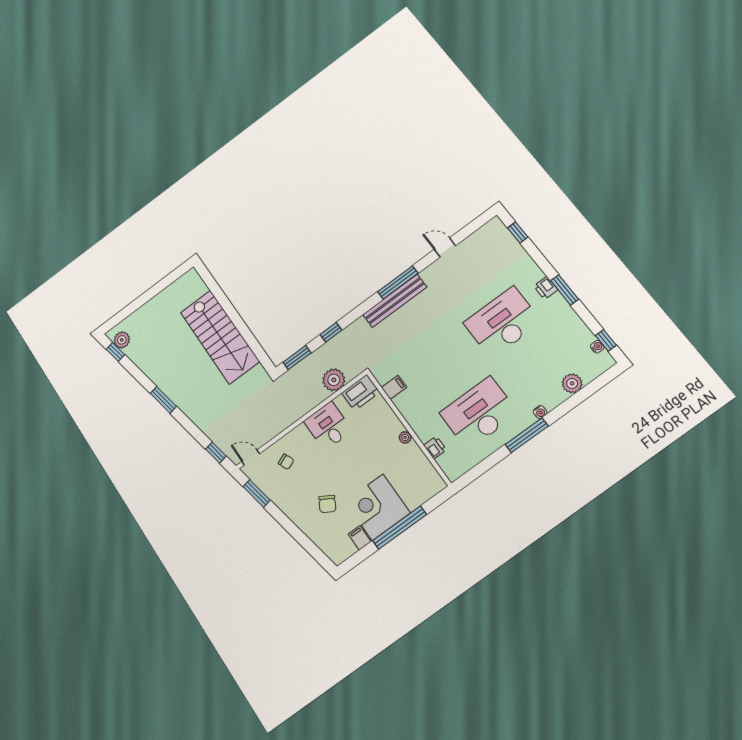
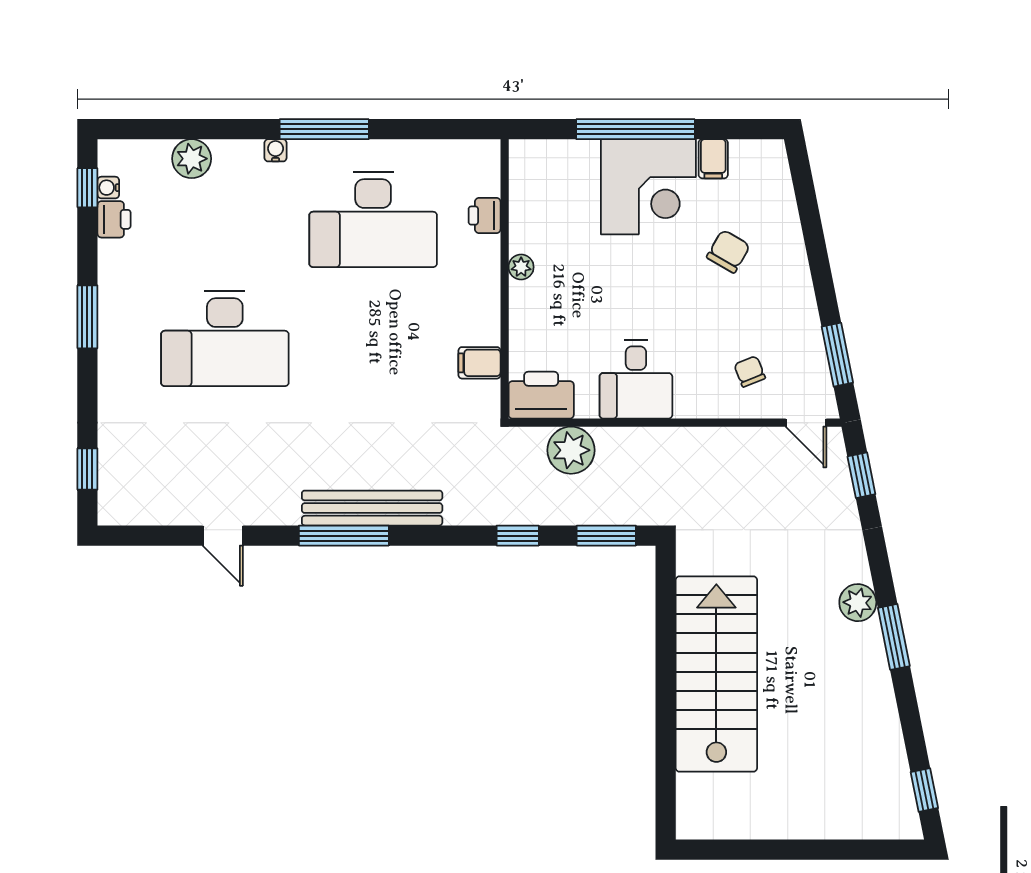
printer: (546, 288) -> (114, 219), moved
plant: (122, 340) -> (858, 603), moved

